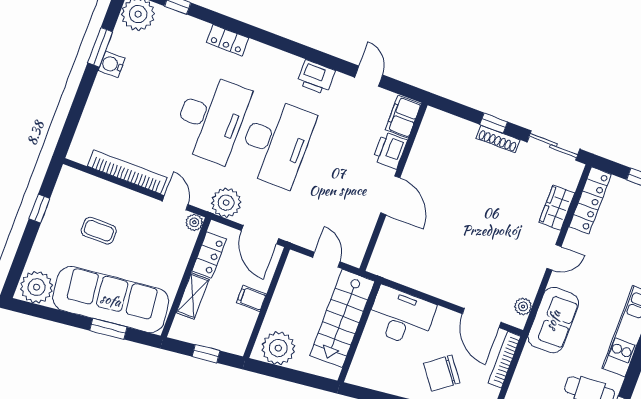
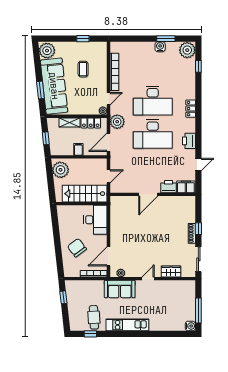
locker: (228, 40) -> (191, 109), moved
locker: (590, 200) -> (180, 285), removed
door: (554, 257) -> (148, 279), swing flipped

